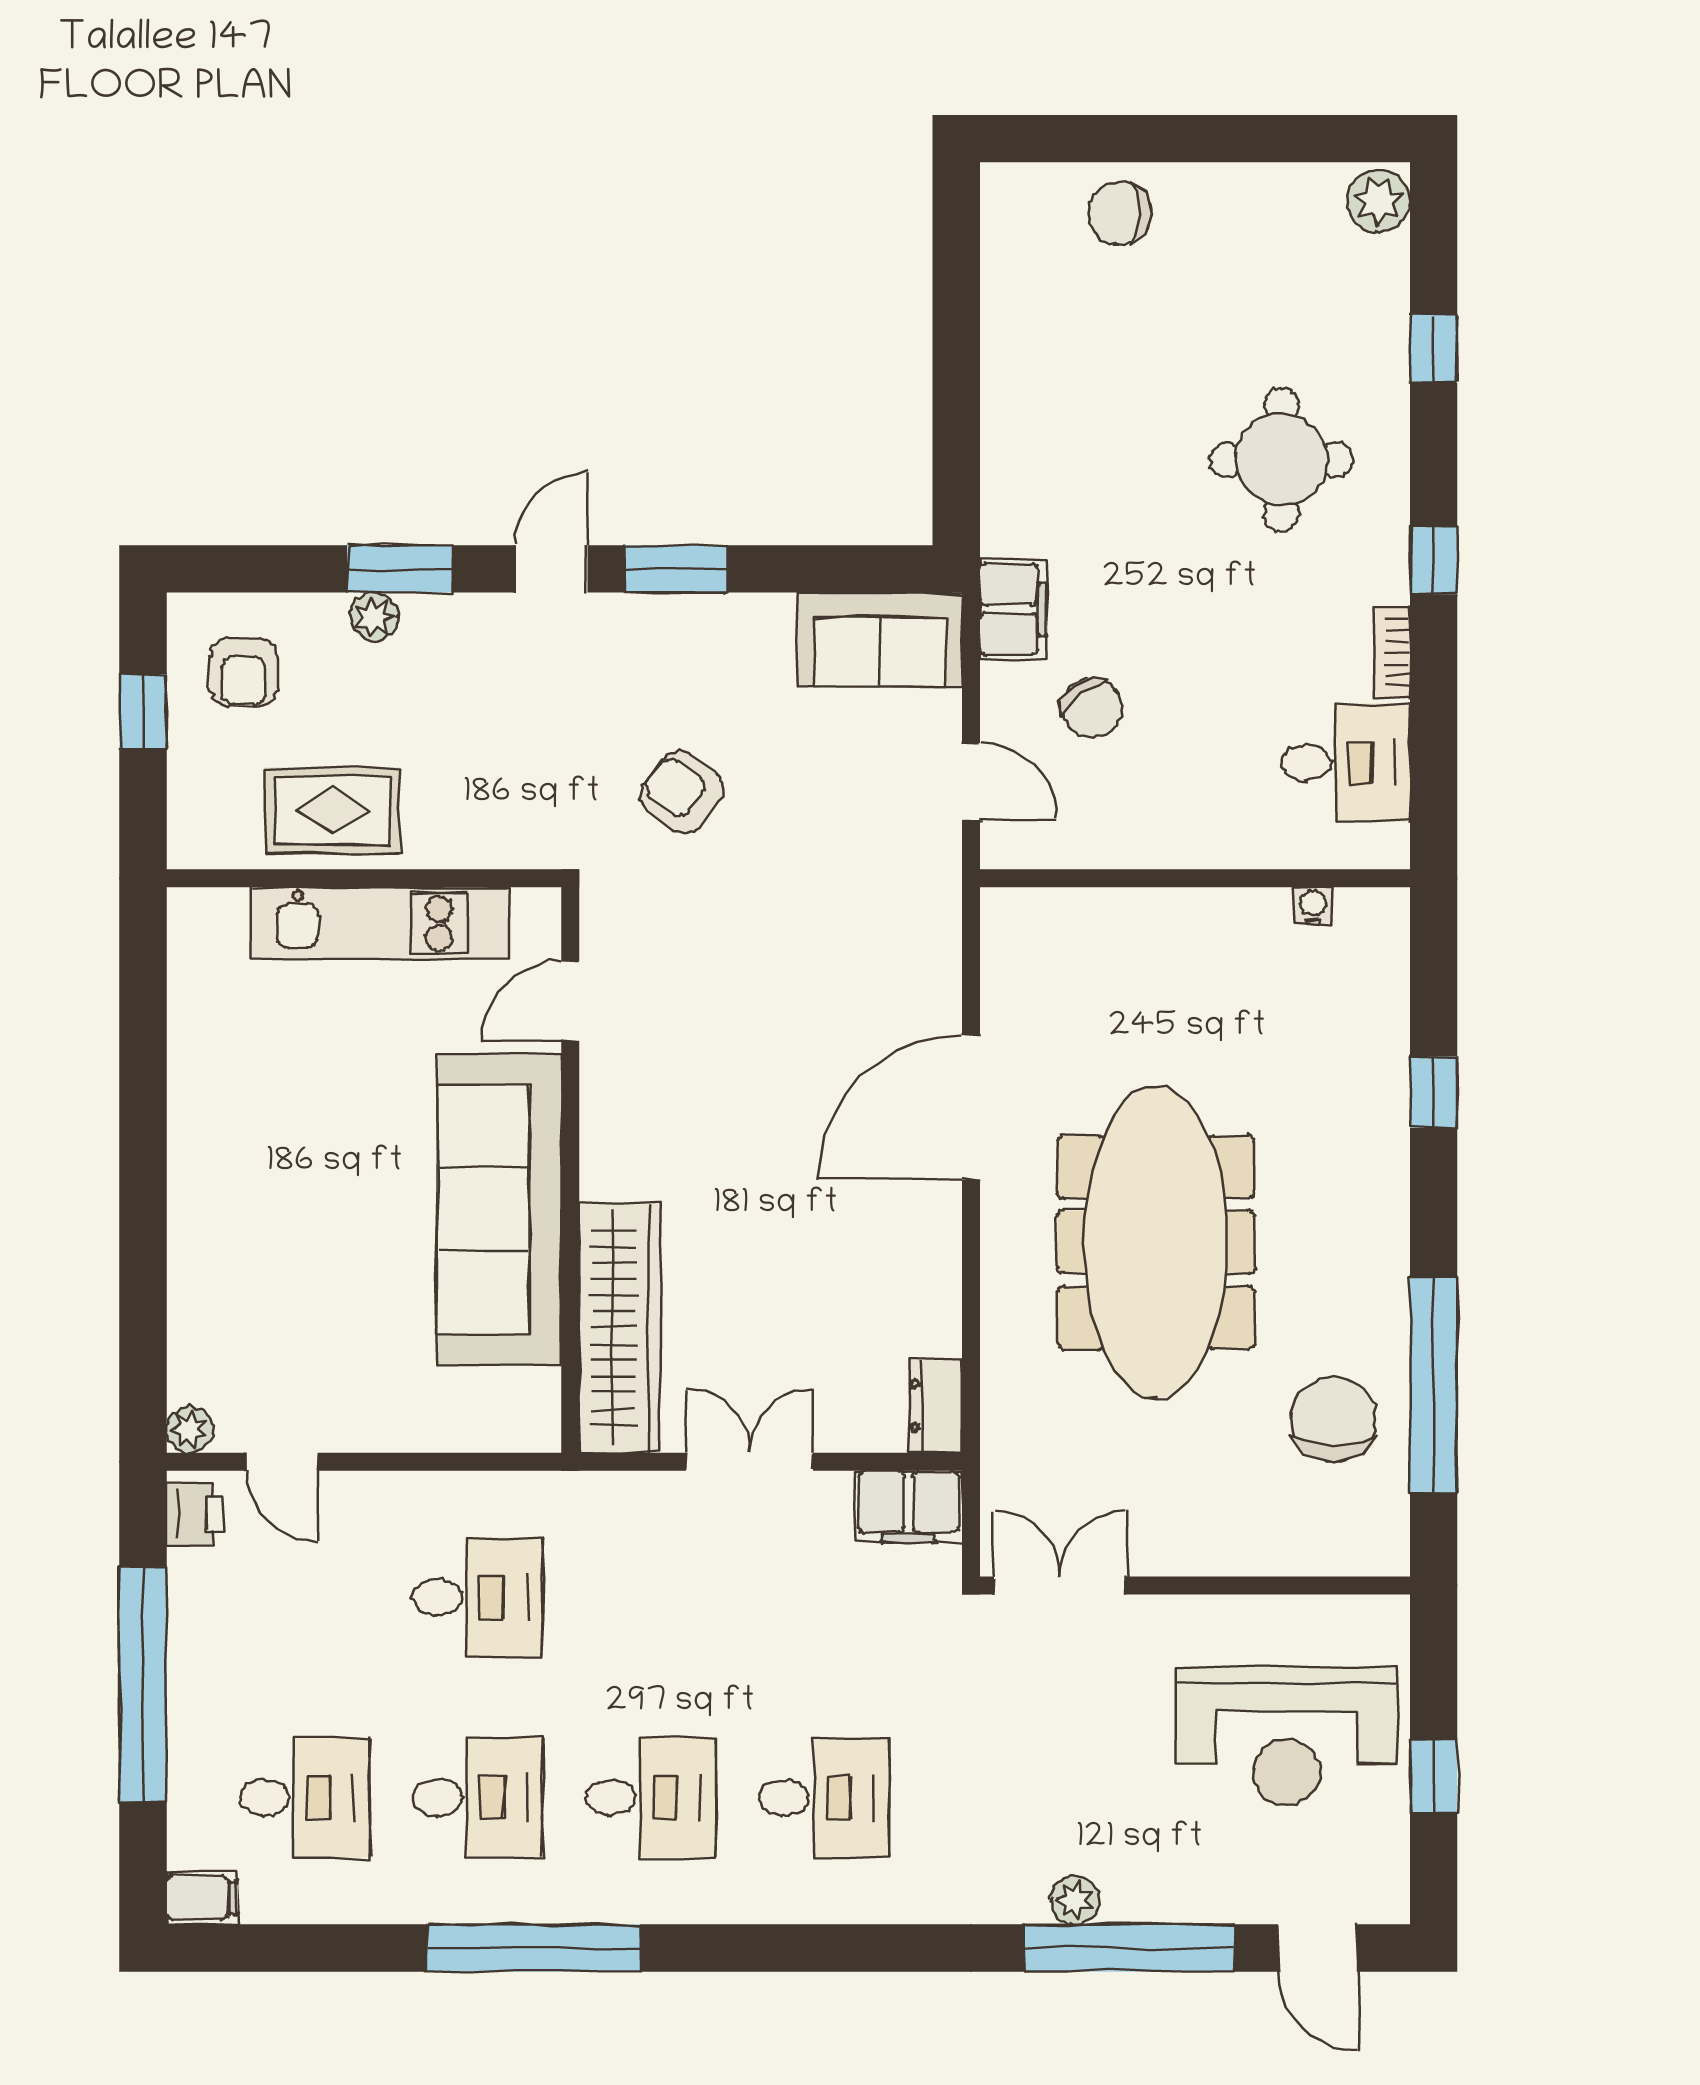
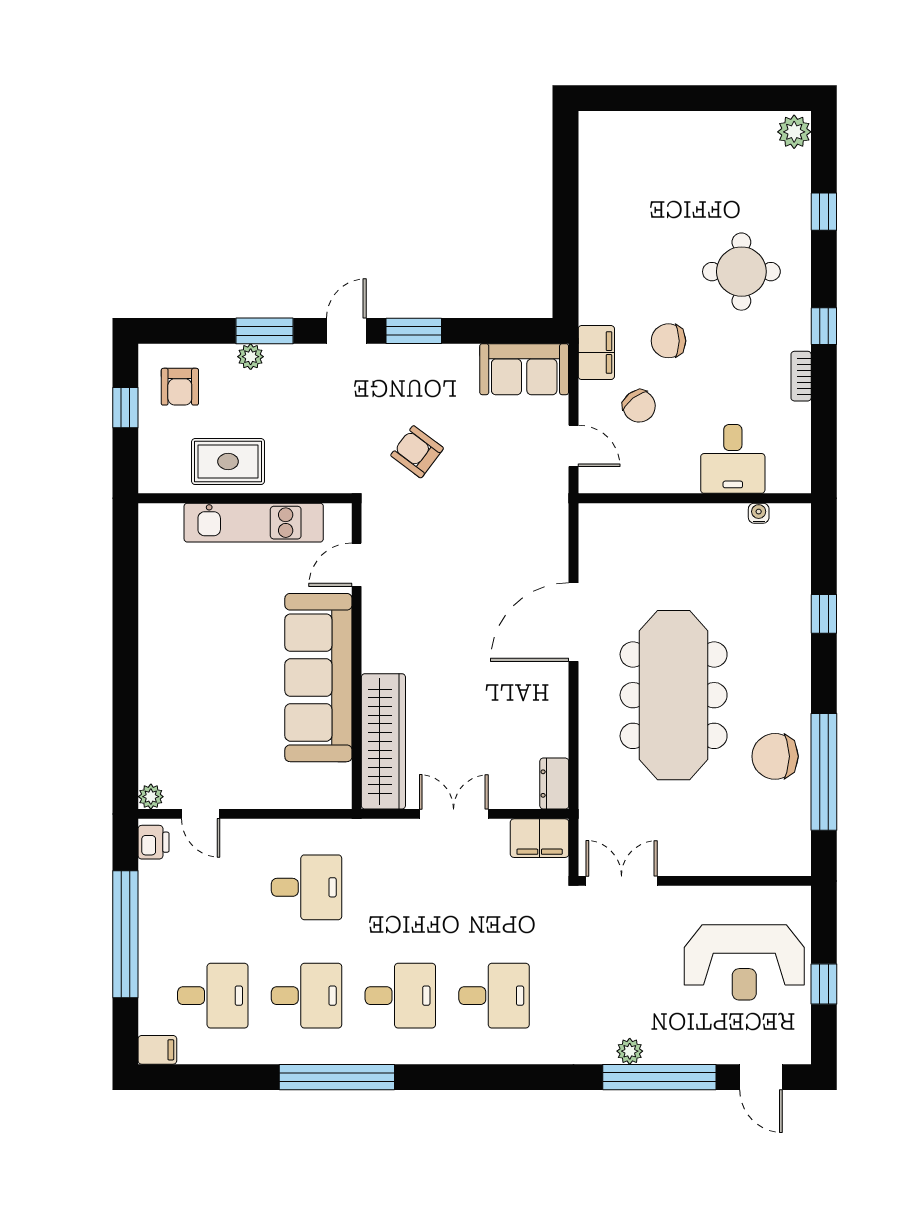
chair: (1119, 214) -> (668, 341), moved
desk: (1346, 763) -> (733, 459), moved, turned 90
chair: (1333, 1419) -> (775, 756), moved, turned -90

